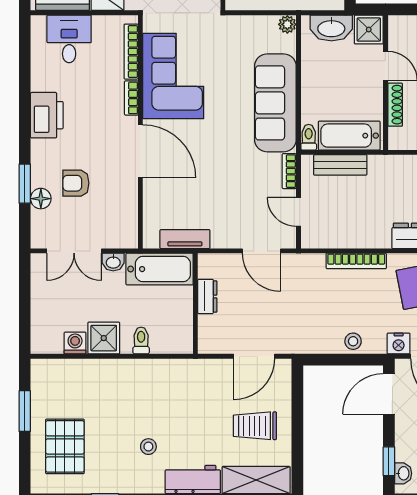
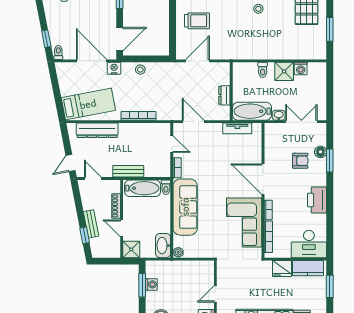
washbasin: (331, 28) -> (163, 246), moved, turned -90
desk: (69, 39) -> (309, 244), width x1.37
bench: (340, 165) -> (128, 171), moved

